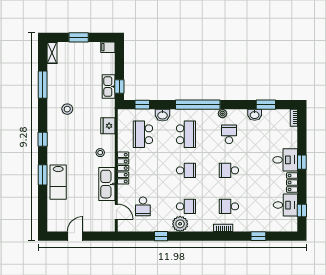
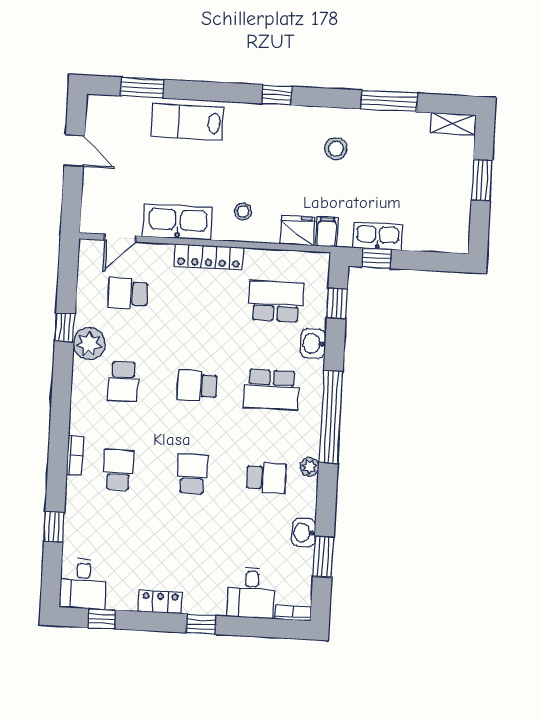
filing cabinet: (108, 47) -> (327, 232), moved
desk: (285, 160) -> (251, 593), moved
school desk: (186, 170) -> (197, 386), turned 90
window: (43, 175) -> (142, 88), moved
desk: (285, 205) -> (83, 584), moved
plant: (180, 224) -> (89, 344), moved

